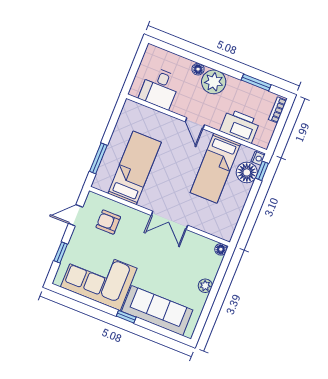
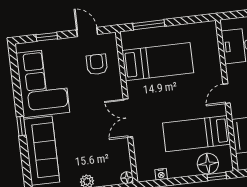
nightstand: (258, 158) -> (161, 174), moved

